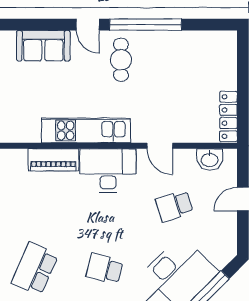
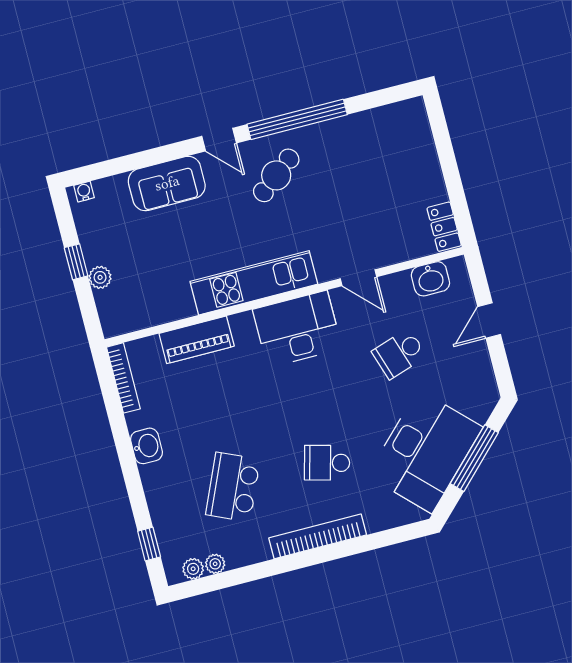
cafe table: (121, 60) -> (276, 175), turned 52
locker: (229, 117) -> (444, 227), width x0.66
piano: (53, 160) -> (197, 340), moved

